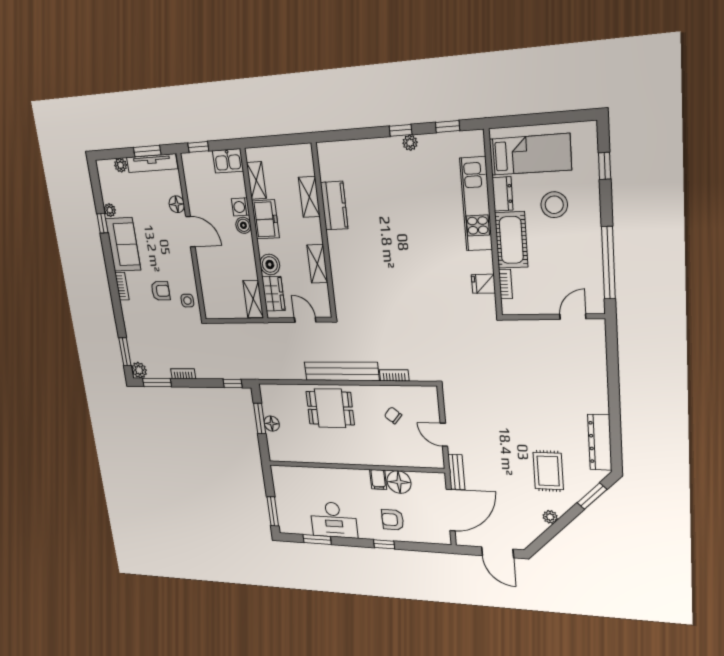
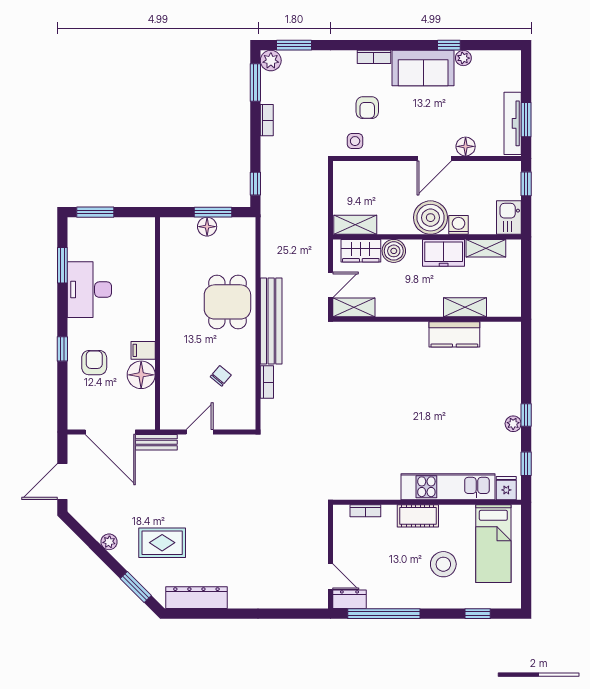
plant: (121, 165) -> (513, 82), removed
dresser: (503, 194) -> (349, 599), moved, turned 180
boiler: (243, 225) -> (431, 218), width x1.86, depth x1.86
cot: (511, 240) -> (418, 516), width x0.73, depth x0.75
shelving: (317, 264) -> (354, 307), moved
fridge: (483, 284) -> (506, 488), moved

